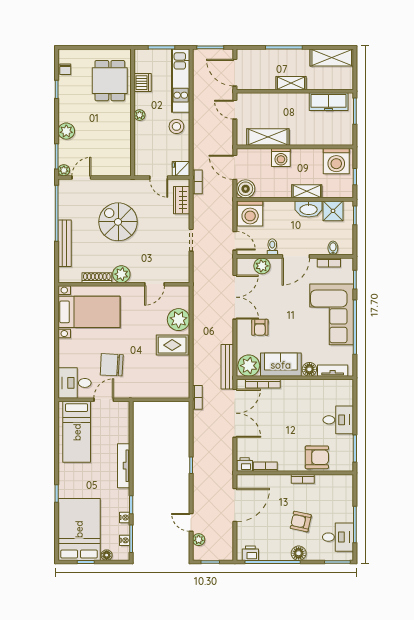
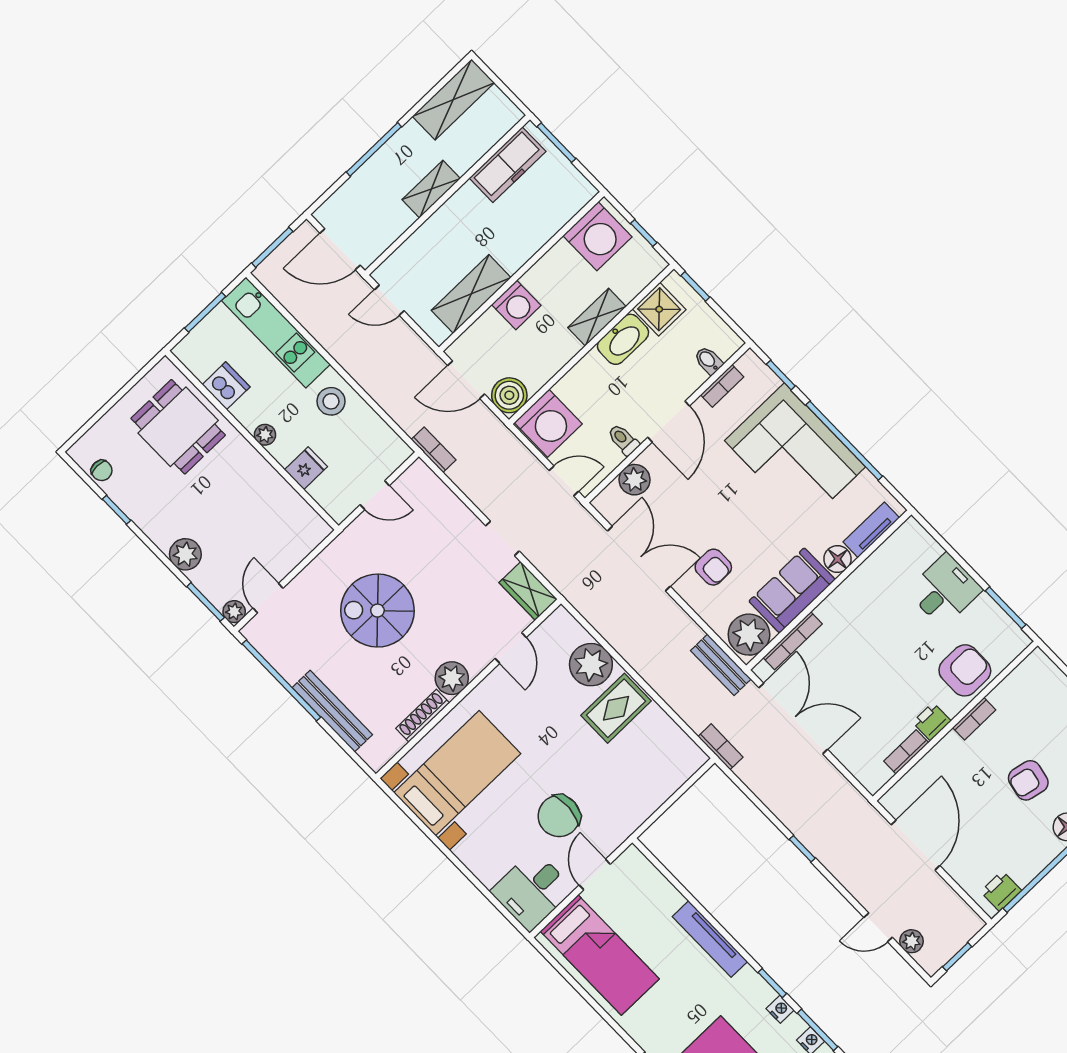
fridge: (181, 169) -> (306, 468), moved, turned 180
wardrobe: (182, 200) -> (528, 591), moved
bench: (227, 367) -> (721, 665), width x0.73
printer: (245, 464) -> (932, 722), moved

